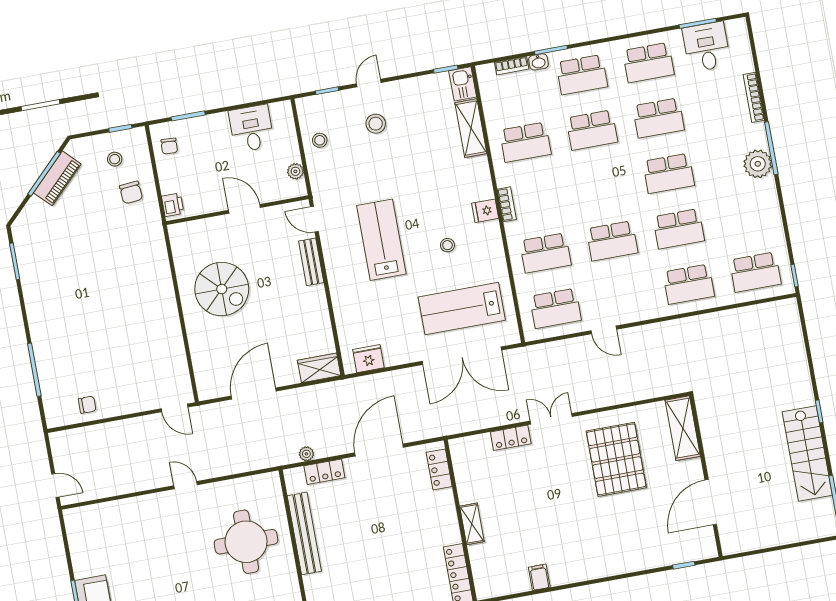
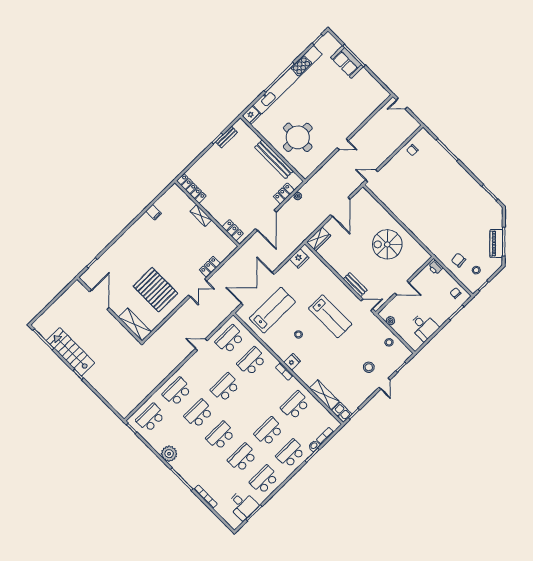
plant: (758, 164) -> (169, 454), moved

